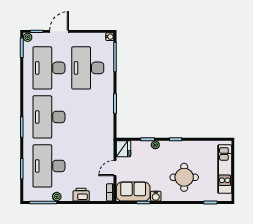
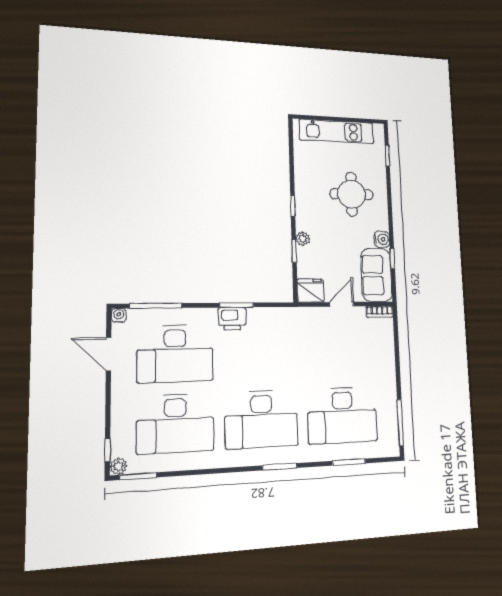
door: (59, 31) -> (109, 354), moved
door: (115, 168) -> (342, 304), swing flipped
printer: (81, 195) -> (232, 319), moved, turned -90
plant: (57, 197) -> (390, 400), removed

